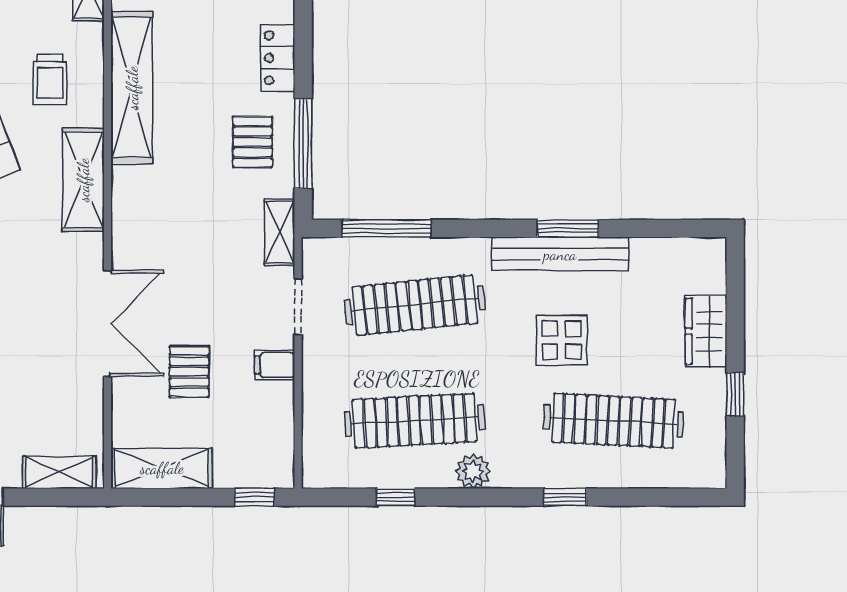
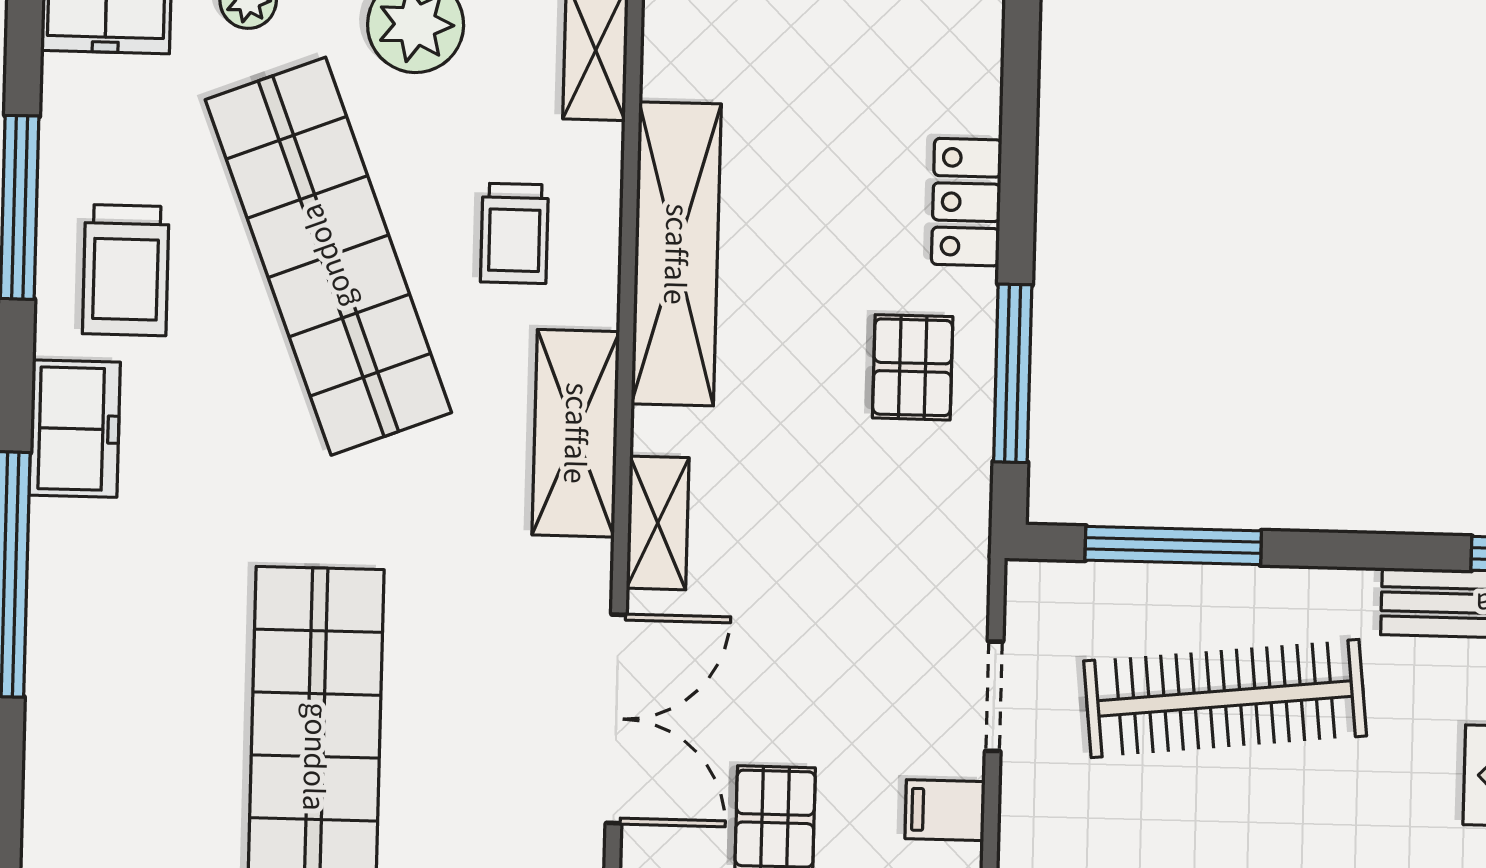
shelving: (280, 232) -> (658, 523), moved

